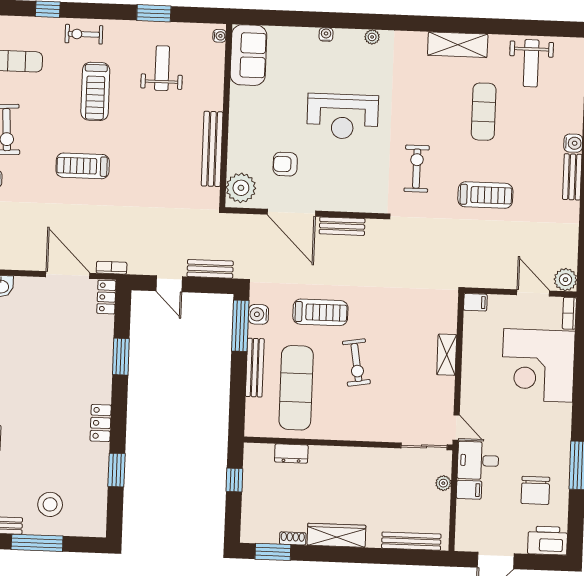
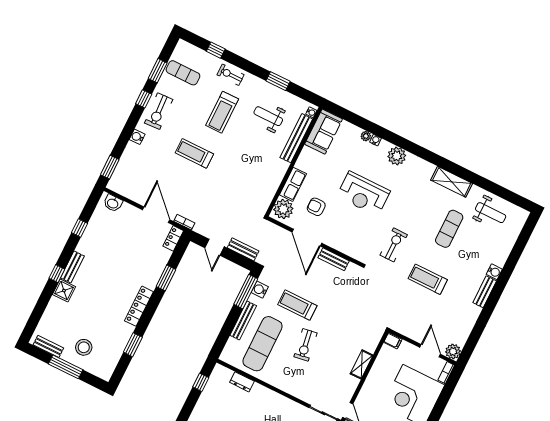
plant: (310, 35) -> (366, 136), added
plant: (372, 37) -> (397, 156), width x1.88, depth x1.88
weight bench: (531, 63) -> (491, 213), turned -90
weight bench: (162, 68) -> (268, 116), turned -90
row of seats: (239, 147) -> (293, 184), added
bench: (212, 149) -> (296, 138), moved
treadmill: (485, 195) -> (428, 279), turned 180
treadmill: (320, 312) -> (297, 305), turned 180
locker: (101, 423) -> (139, 306), width x1.53

